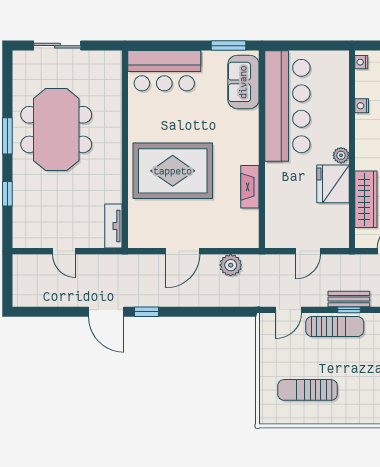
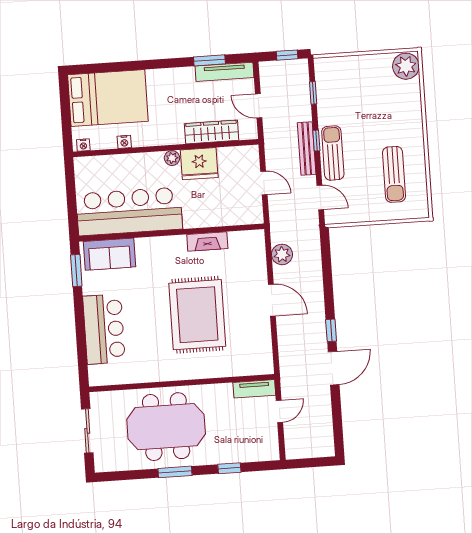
wall: (125, 149) -> (182, 383), moved
tv unit: (113, 226) -> (254, 389), moved
bench: (349, 299) -> (307, 148), width x1.36

